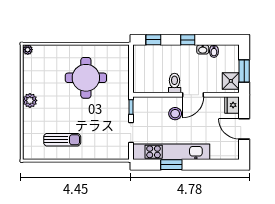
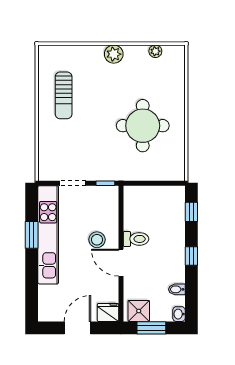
washbasin: (203, 49) -> (179, 314), moved
plant: (28, 50) -> (155, 51), moved

